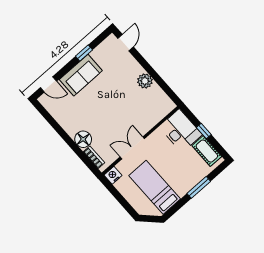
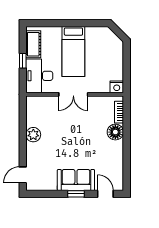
window: (84, 53) -> (76, 194), moved
double door: (132, 148) -> (73, 94), moved
bed: (155, 187) -> (73, 51), moved
window: (199, 187) -> (63, 23), removed

